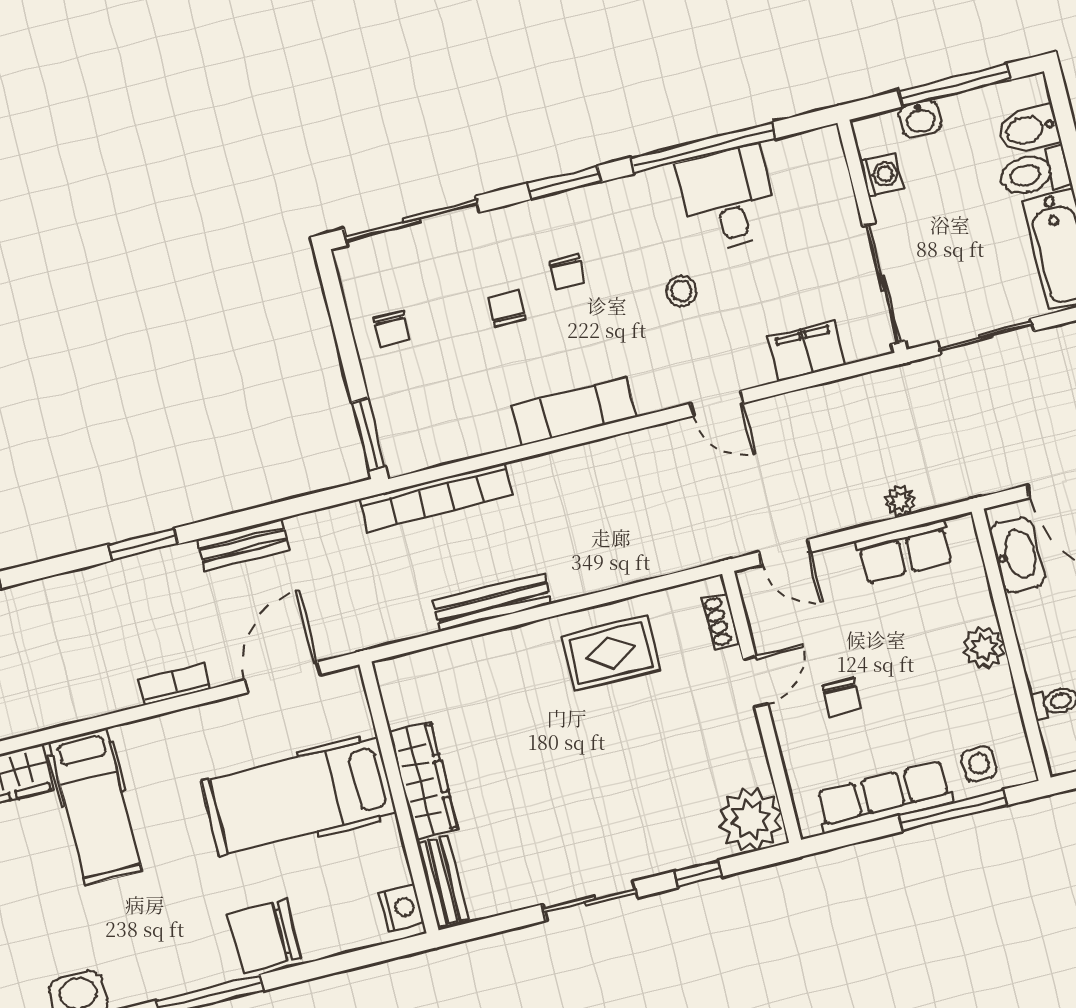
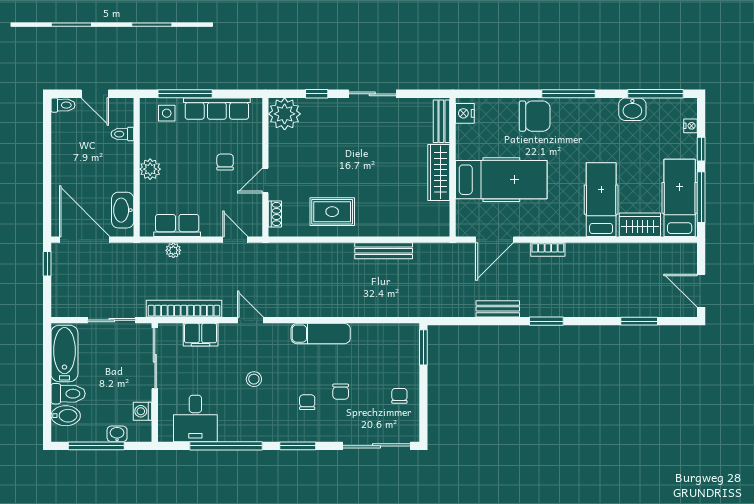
desk: (728, 198) -> (195, 418), moved
bookcase: (436, 497) -> (184, 309), moved

